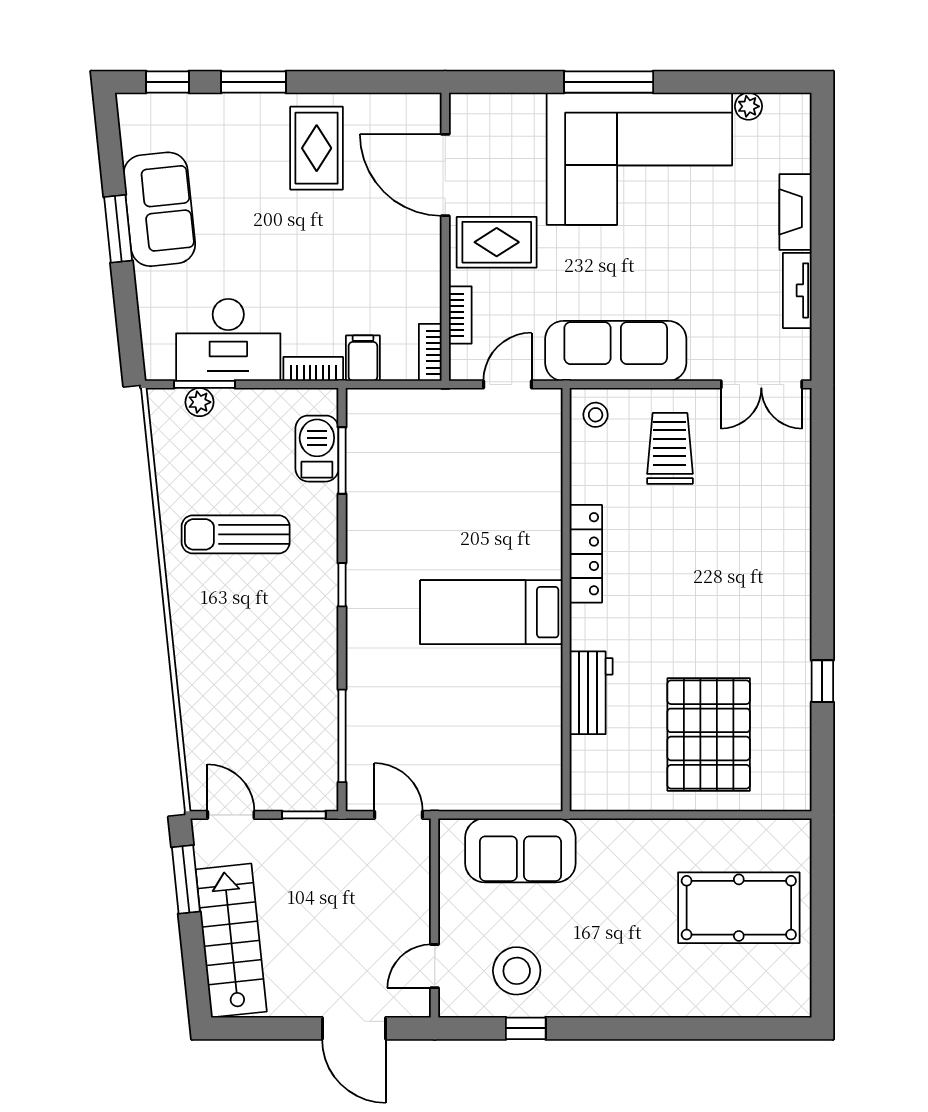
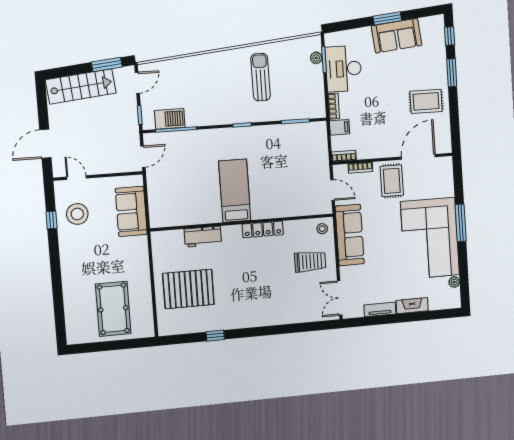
barbecue: (317, 449) -> (170, 119), moved

